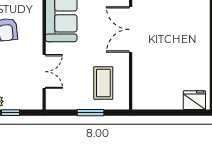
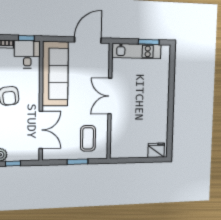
double door: (44, 72) -> (41, 130), width x1.37

